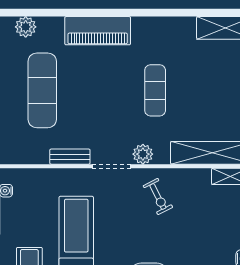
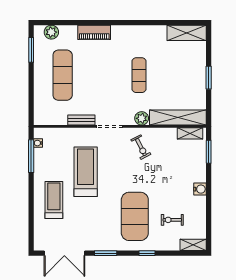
piano: (98, 31) -> (94, 32), width x0.73, depth x0.75
plant: (143, 154) -> (142, 118), moved

